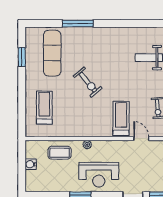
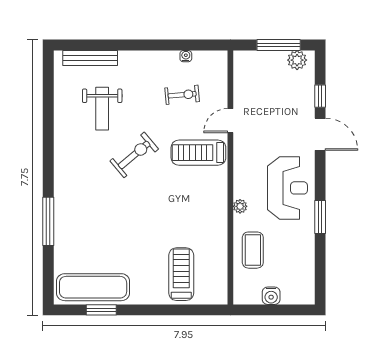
exercise mat: (52, 53) -> (93, 287), moved
exercise bike: (88, 82) -> (134, 155), moved
treadmill: (44, 108) -> (181, 274), turned 90

